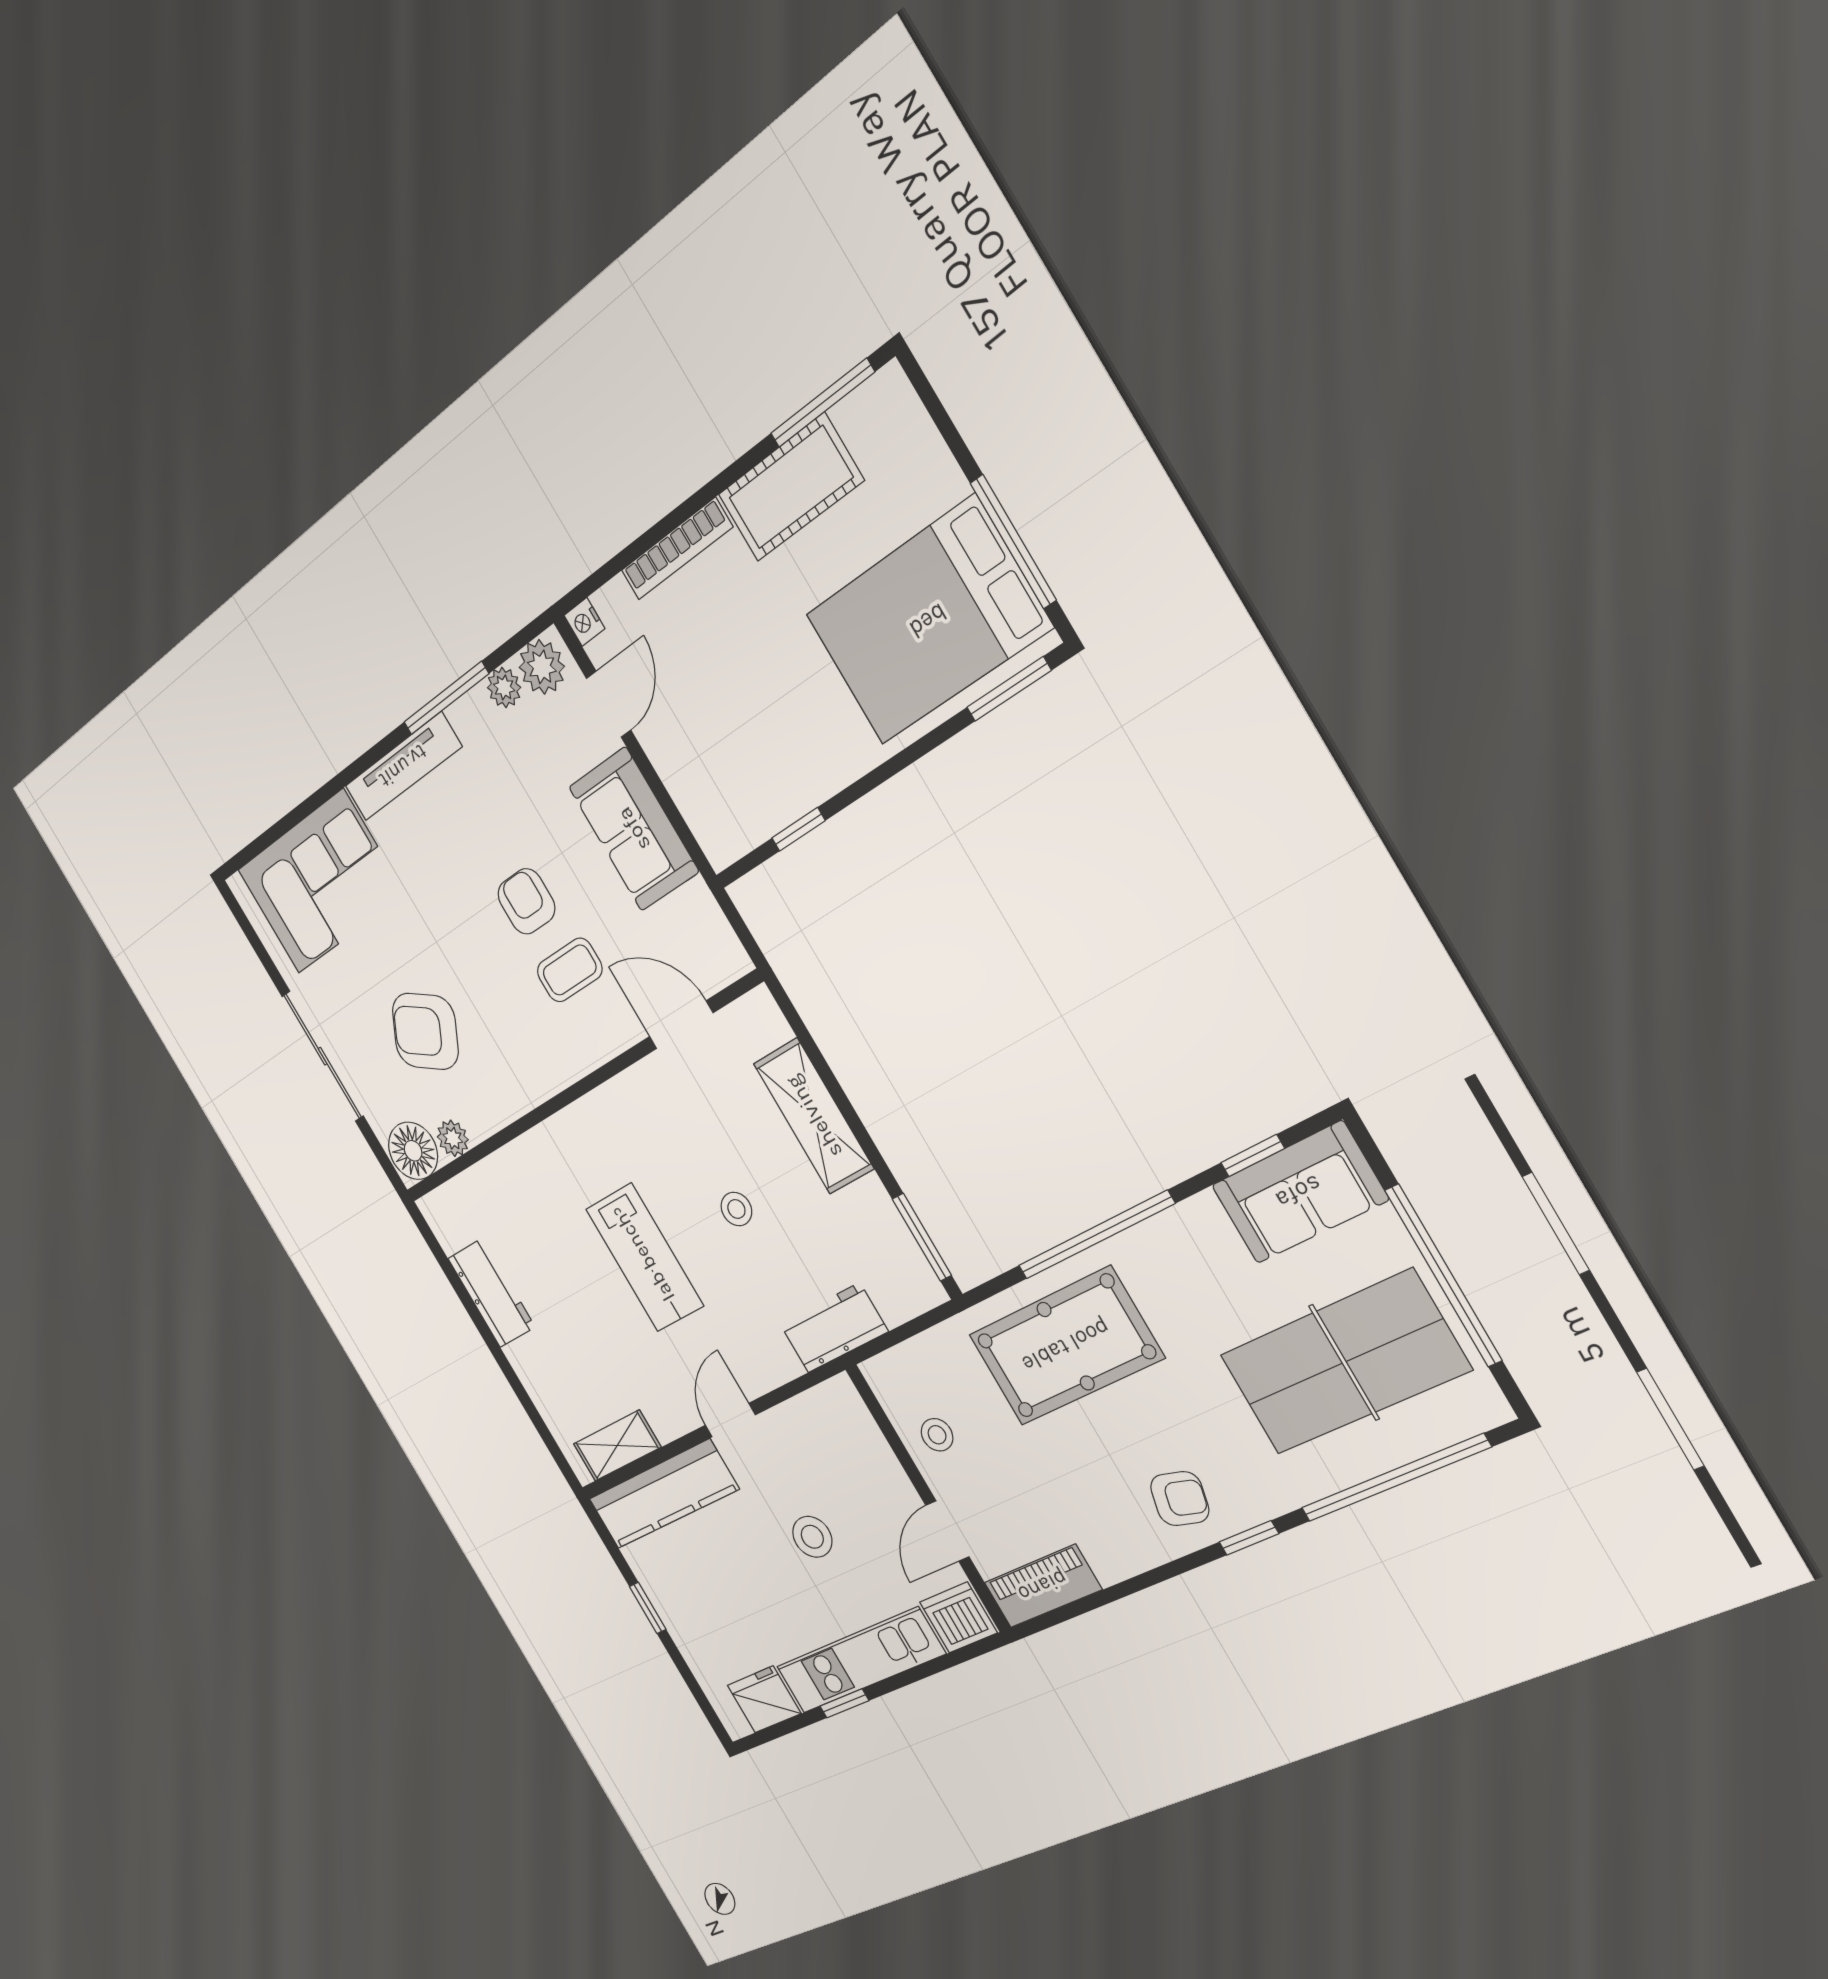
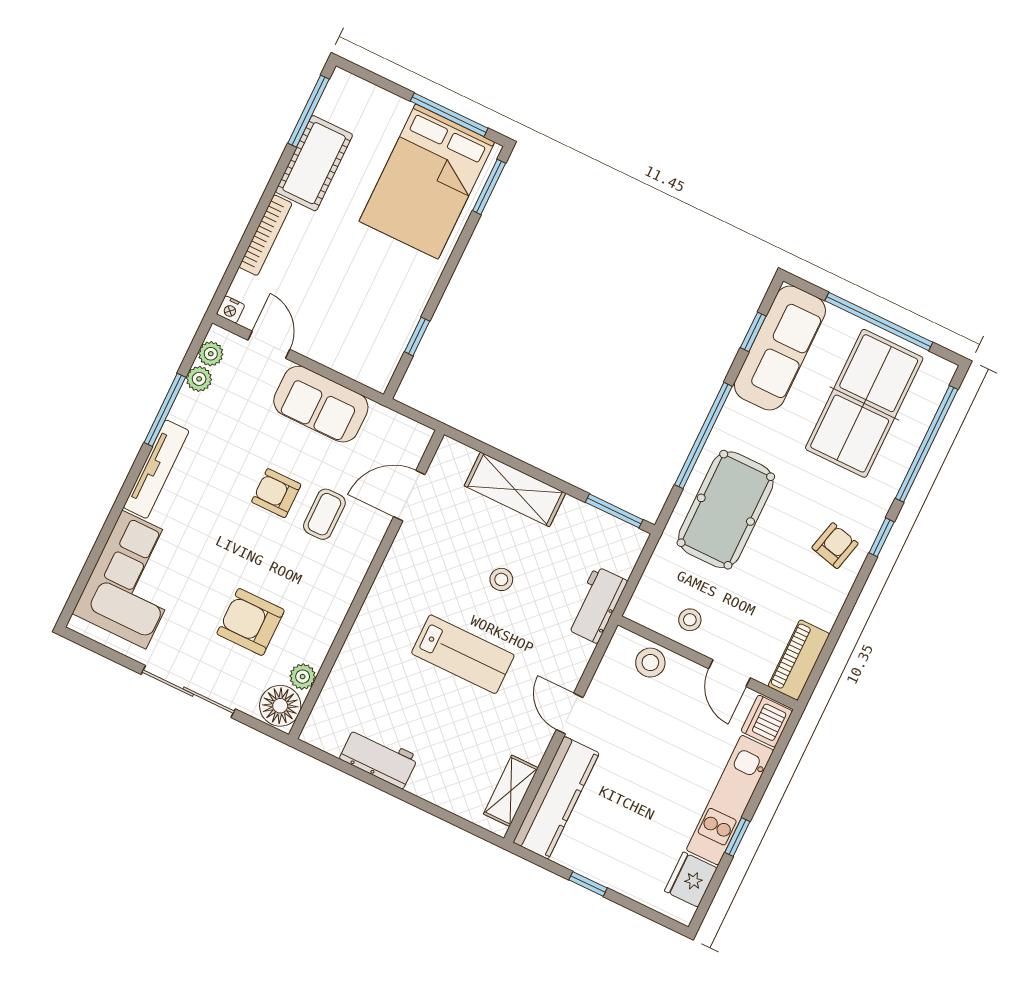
plant: (542, 667) -> (211, 354), width x0.73, depth x0.73
armchair: (425, 1031) -> (251, 622), turned 59
sofa: (1299, 1192) -> (780, 348), width x1.36
stool: (812, 1537) -> (650, 663), moved

